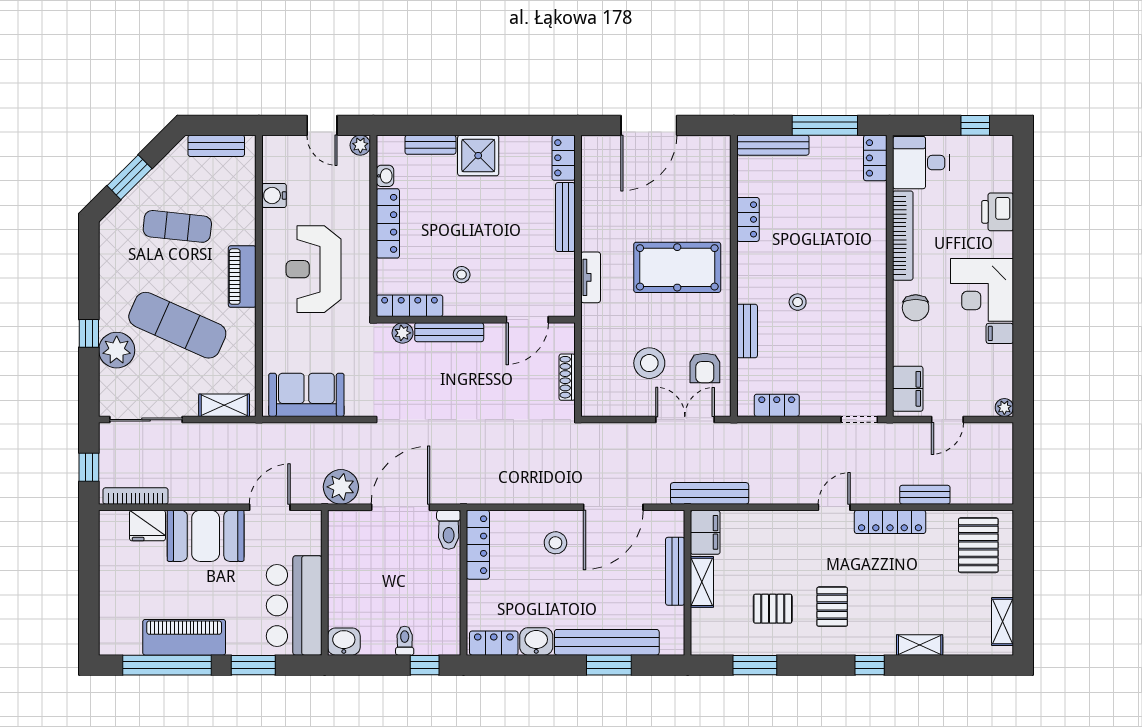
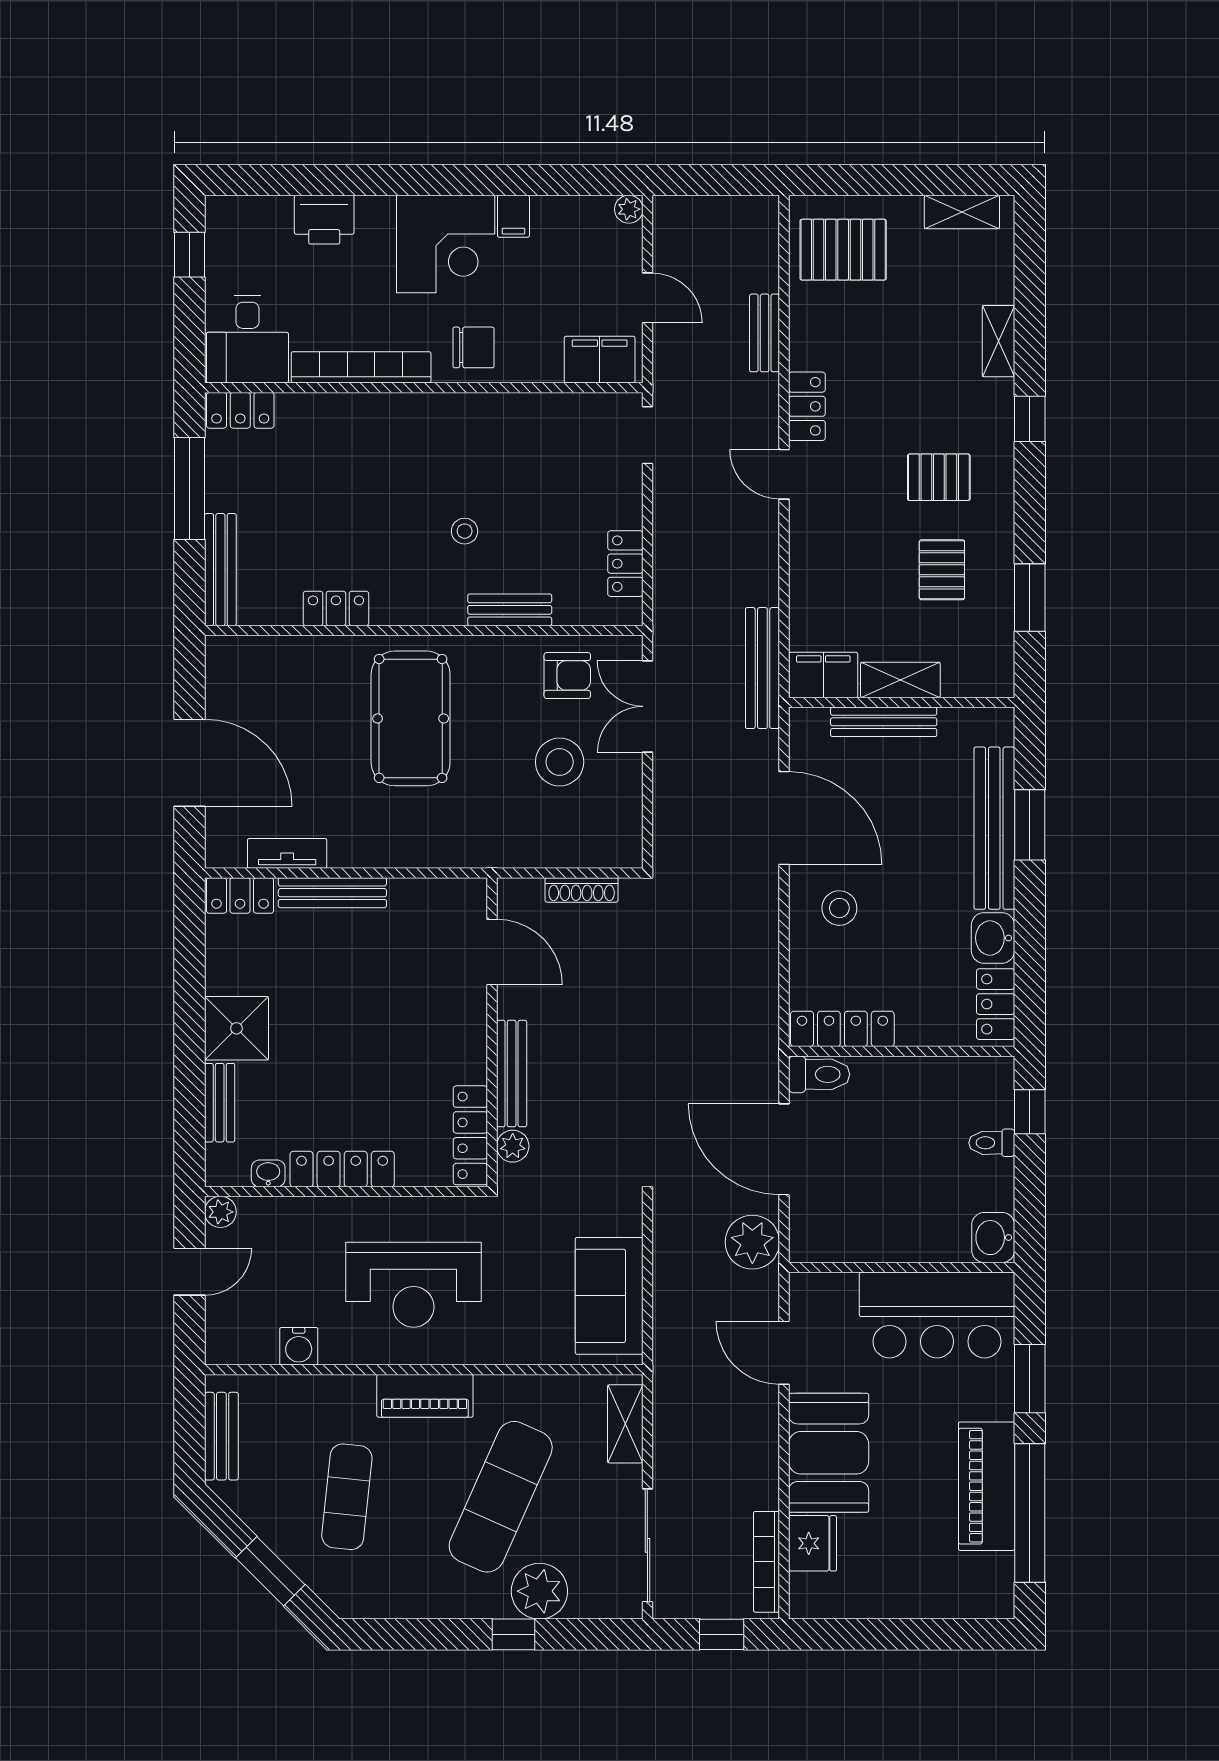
stool: (462, 275) -> (422, 1054), removed
tv unit: (591, 277) -> (287, 853), moved
locker: (890, 522) -> (807, 406), width x0.66

